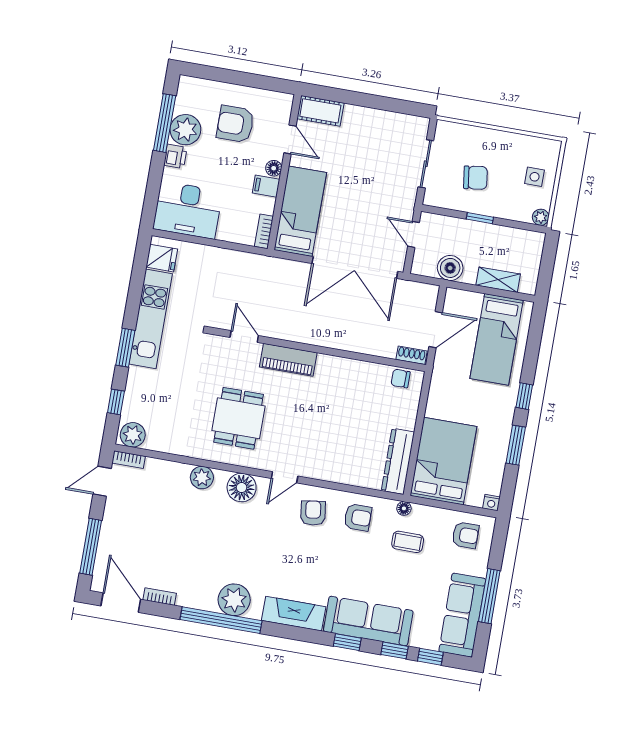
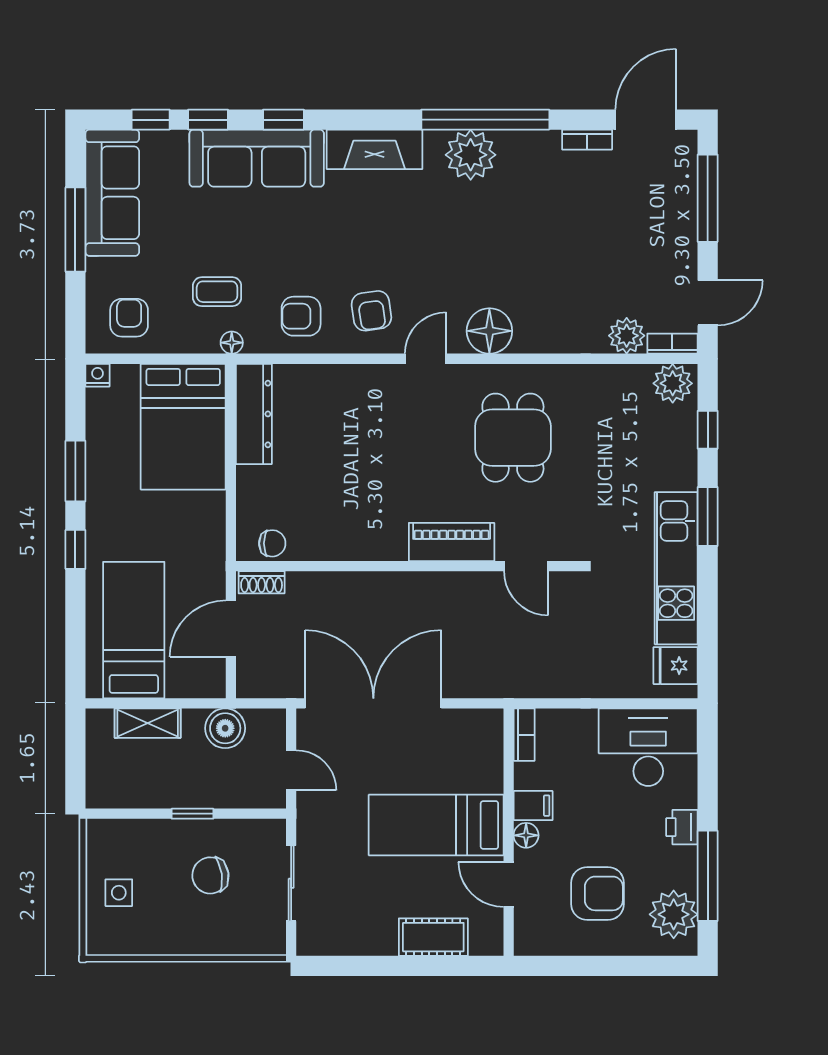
cot: (320, 111) -> (433, 937), moved
plant: (185, 130) -> (674, 914), moved
bed: (300, 211) -> (436, 825), moved, turned 90
plant: (541, 217) -> (98, 832), removed
plant: (202, 478) -> (627, 336), moved
armchair: (465, 535) -> (129, 318), turned 90
door: (121, 603) -> (646, 120), swing flipped

